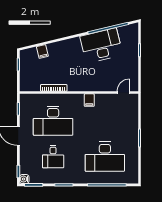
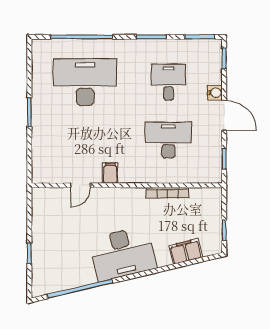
desk: (101, 46) -> (123, 253), moved
filing cabinet: (42, 51) -> (186, 251), width x2.00
door: (123, 92) -> (81, 185), moved
desk: (53, 121) -> (168, 140), width x0.73, depth x0.77
water cooler: (24, 179) -> (215, 93), moved

